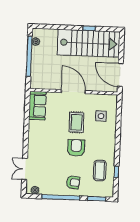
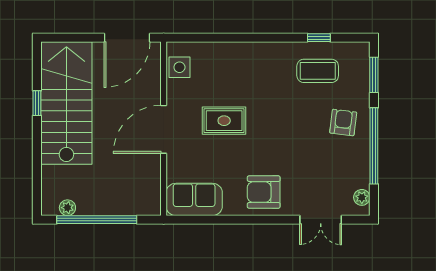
side table: (101, 116) -> (179, 67), moved
armchair: (76, 148) -> (264, 192), moved

